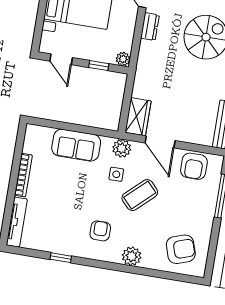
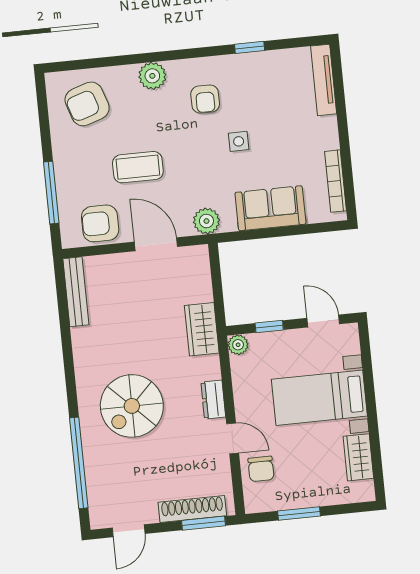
wardrobe: (138, 117) -> (202, 329), moved
armchair: (194, 166) -> (100, 223), turned -90
side table: (116, 174) -> (239, 141), moved
bookcase: (23, 175) -> (336, 181), moved
coffee table: (140, 195) -> (138, 167), moved, turned 43

